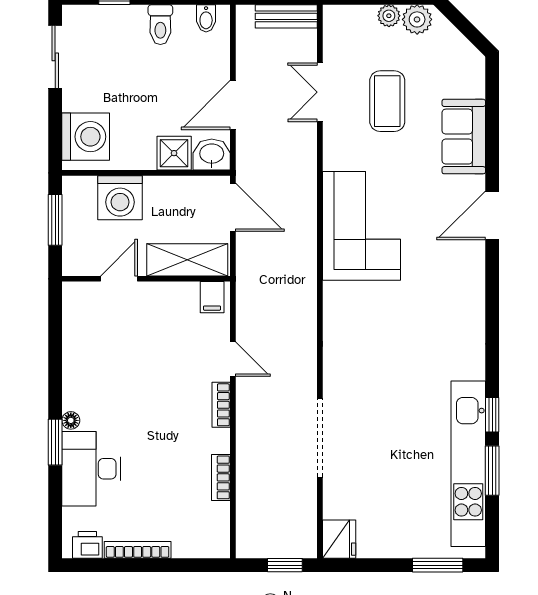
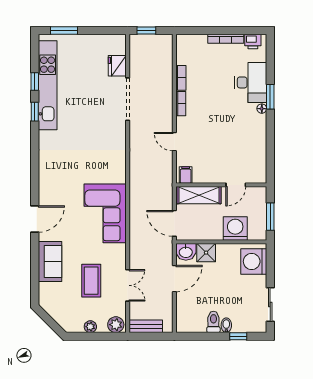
bidet: (206, 18) -> (226, 325), moved
plant: (417, 19) -> (116, 325), moved
bookcase: (221, 405) -> (181, 104), moved
window: (492, 471) -> (35, 82), width x0.67
fridge: (339, 539) -> (117, 66), moved

